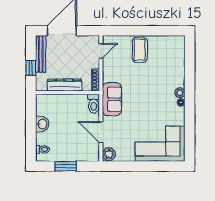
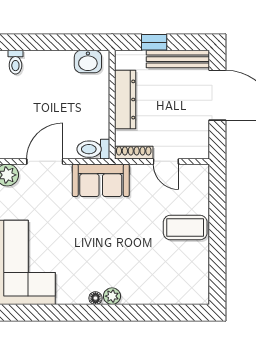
door: (101, 51) -> (166, 161), moved
washbasin: (42, 124) -> (88, 62), moved

